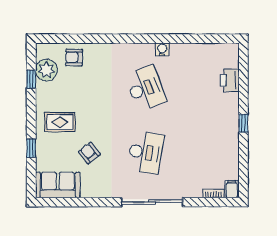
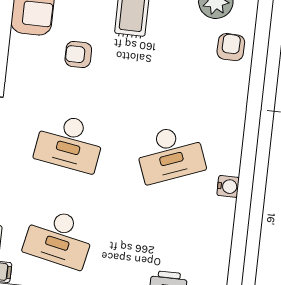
desk: (206, 152) -> (59, 238), added
armchair: (89, 153) -> (78, 54), turned -142

